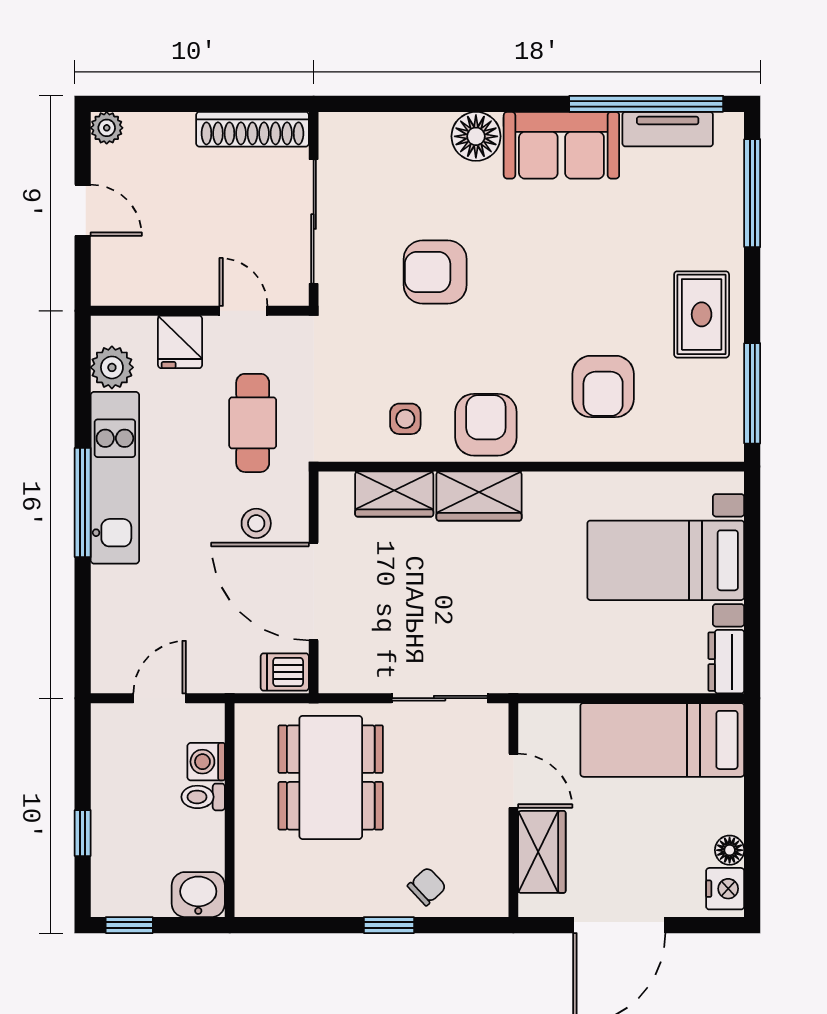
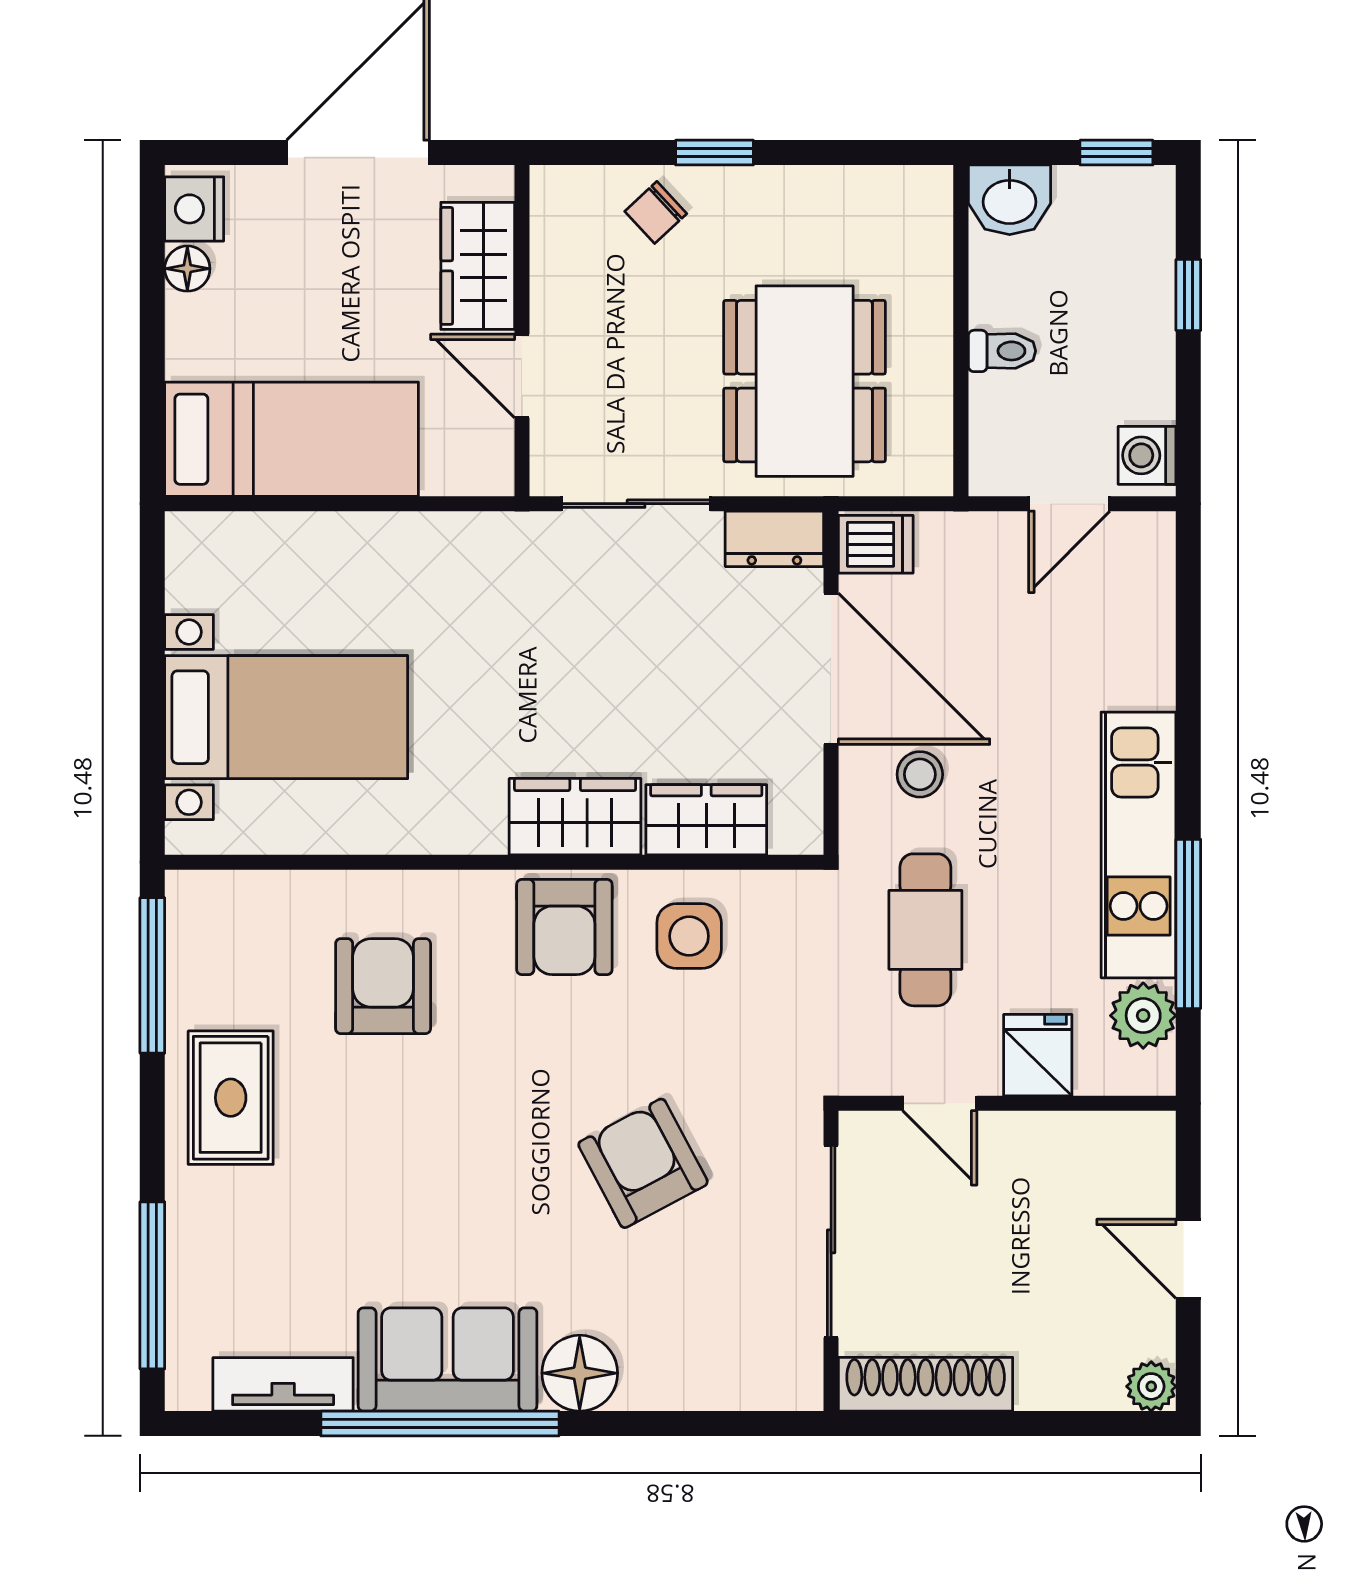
window: (646, 104) -> (440, 1424), moved
armchair: (435, 272) -> (643, 1163), turned -118
side table: (405, 419) -> (689, 936), width x1.37, depth x1.37
window: (83, 502) -> (1188, 924), moved
dresser: (726, 662) -> (774, 539), moved, turned 90
washing machine: (206, 762) -> (1147, 455), moved, turned 180

